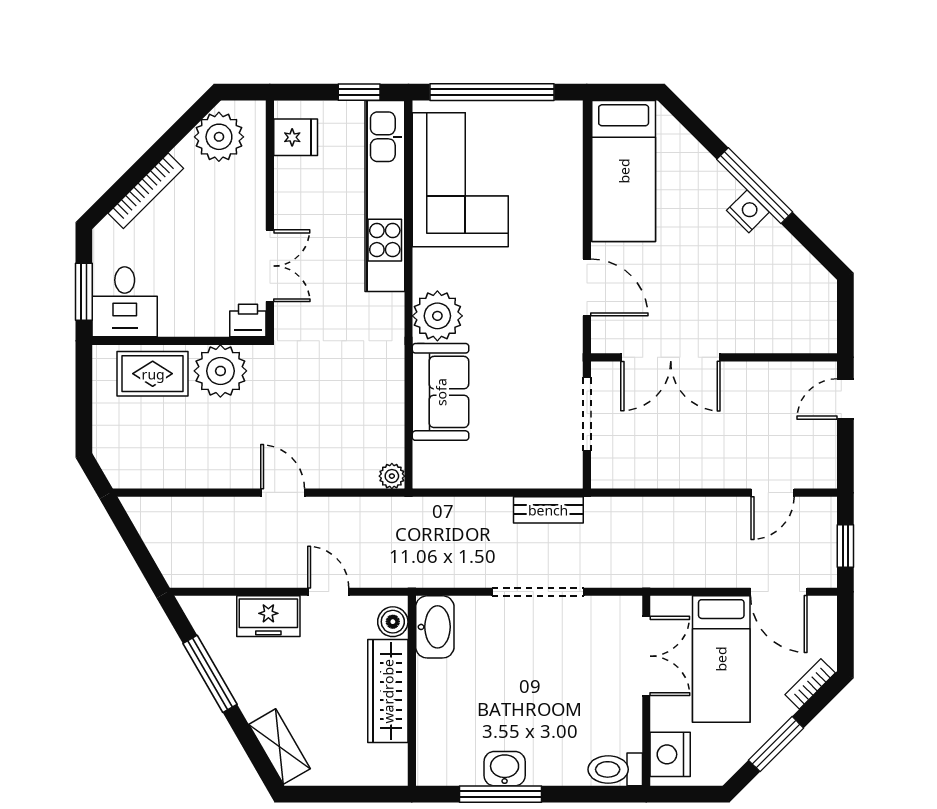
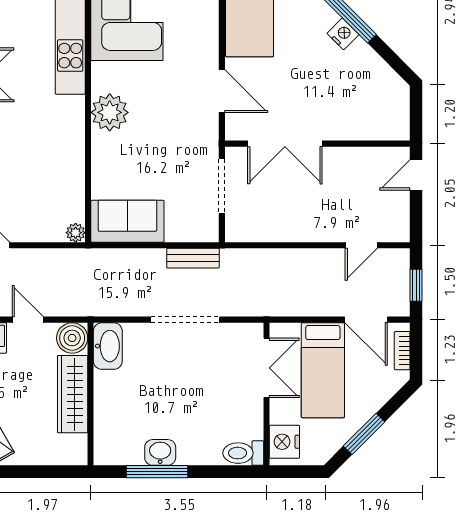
sofa: (441, 392) -> (127, 221), moved, turned -90
boiler: (393, 622) -> (72, 338), width x1.36, depth x1.36
bookcase: (810, 684) -> (402, 351), moved, turned -45

